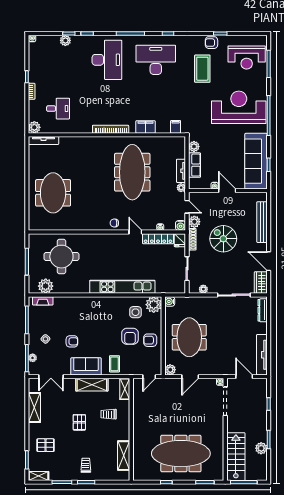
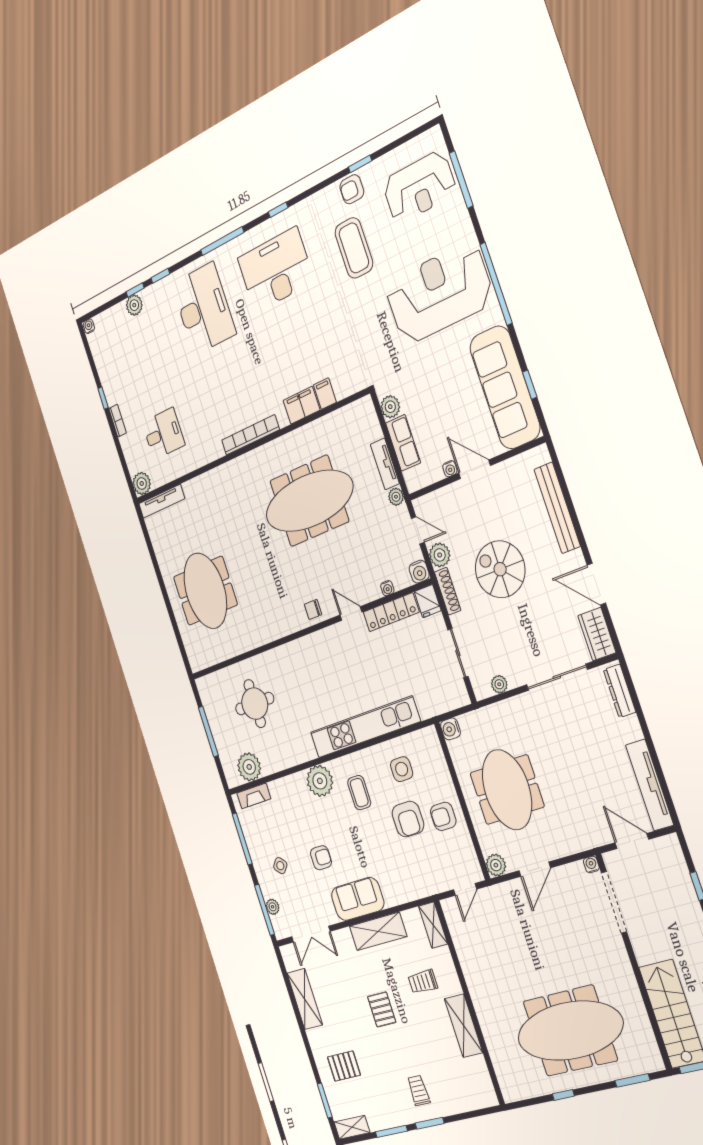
filing cabinet: (176, 127) -> (325, 394), moved
meeting table: (132, 172) -> (309, 501), turned 90
round table: (61, 257) -> (255, 704), width x0.73, depth x0.73
plant: (154, 305) -> (320, 781), moved
coffee table: (115, 364) -> (359, 793), moved
shelving: (124, 456) -> (464, 1026), moved

